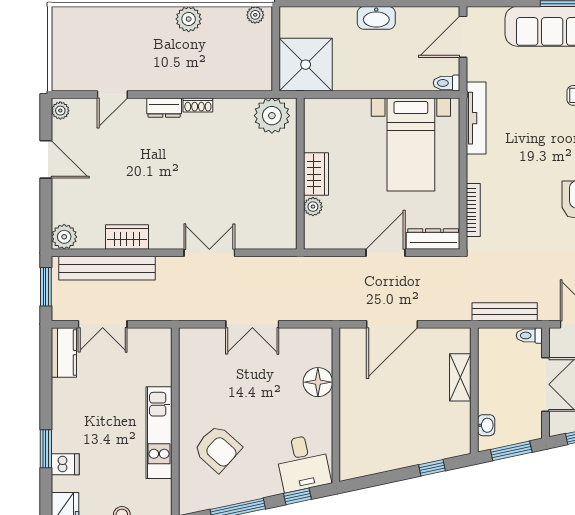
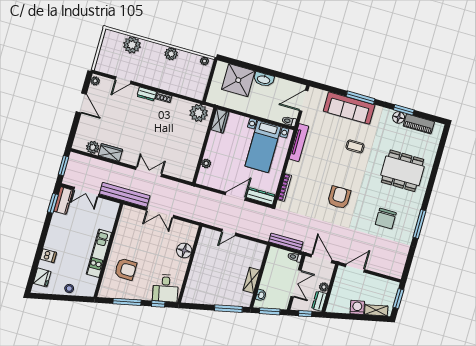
plant: (110, 23) -> (132, 45), added
shower: (306, 65) -> (238, 80), moved
wardrobe: (316, 174) -> (220, 121), moved
plant: (64, 237) -> (93, 147), moved
bench: (107, 268) -> (125, 195), moved
door: (392, 324) -> (229, 232), width x0.53
shelving: (460, 377) -> (251, 280), moved
window: (46, 449) -> (53, 203), moved
armchair: (218, 449) -> (126, 269), turned -42
window: (432, 468) -> (228, 309), width x2.17

